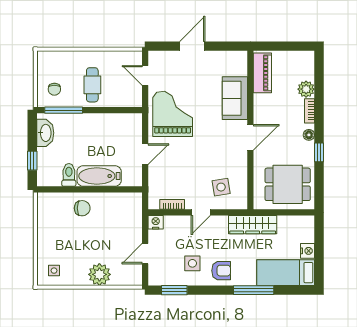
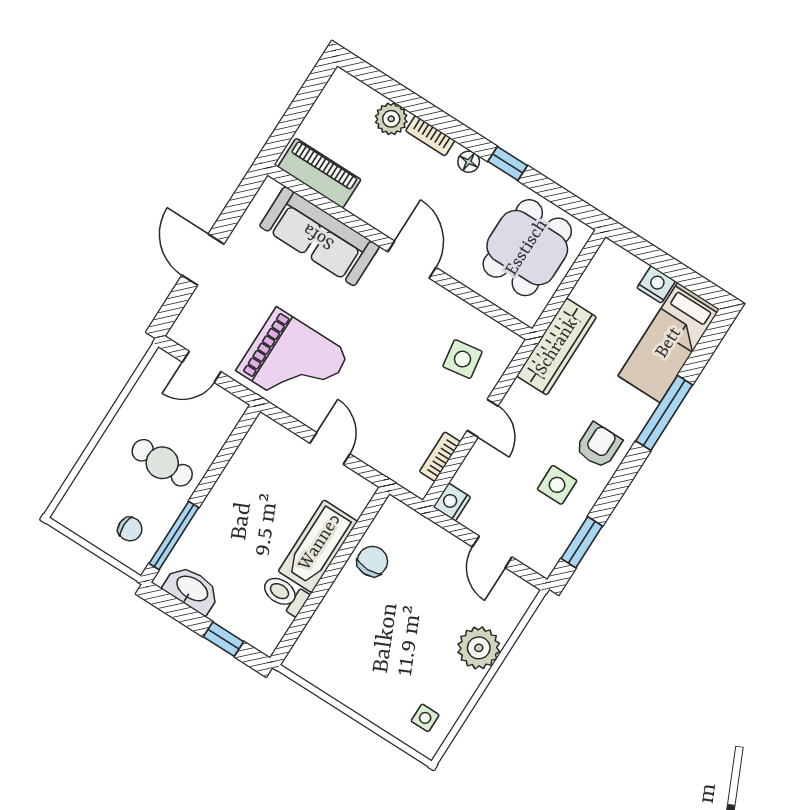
sofa: (235, 98) -> (319, 236), width x1.36
grand piano: (173, 114) -> (293, 362), turned 180
chair: (82, 208) -> (372, 561), moved

